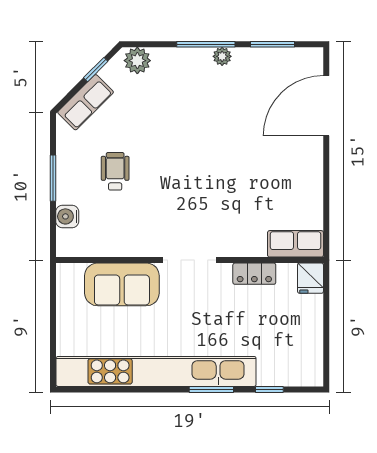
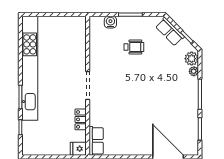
plant: (222, 56) -> (194, 71), moved
sofa: (122, 284) -> (75, 51), removed

